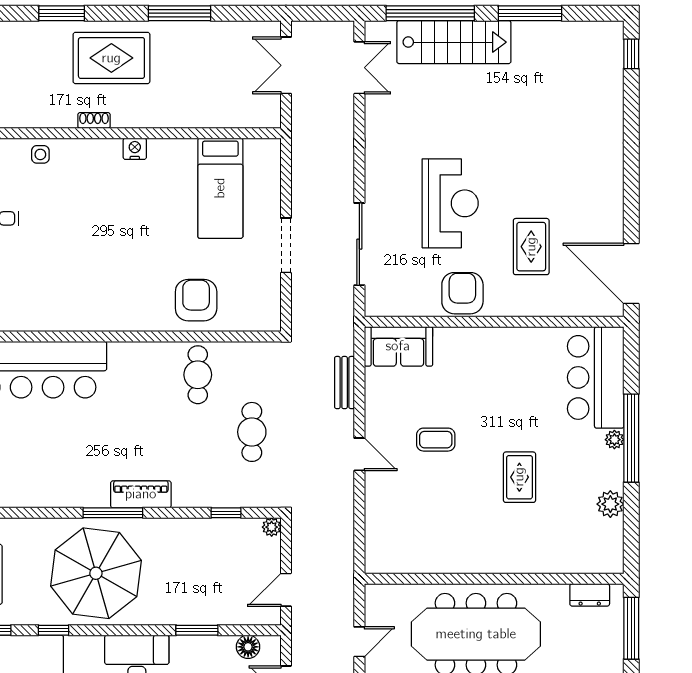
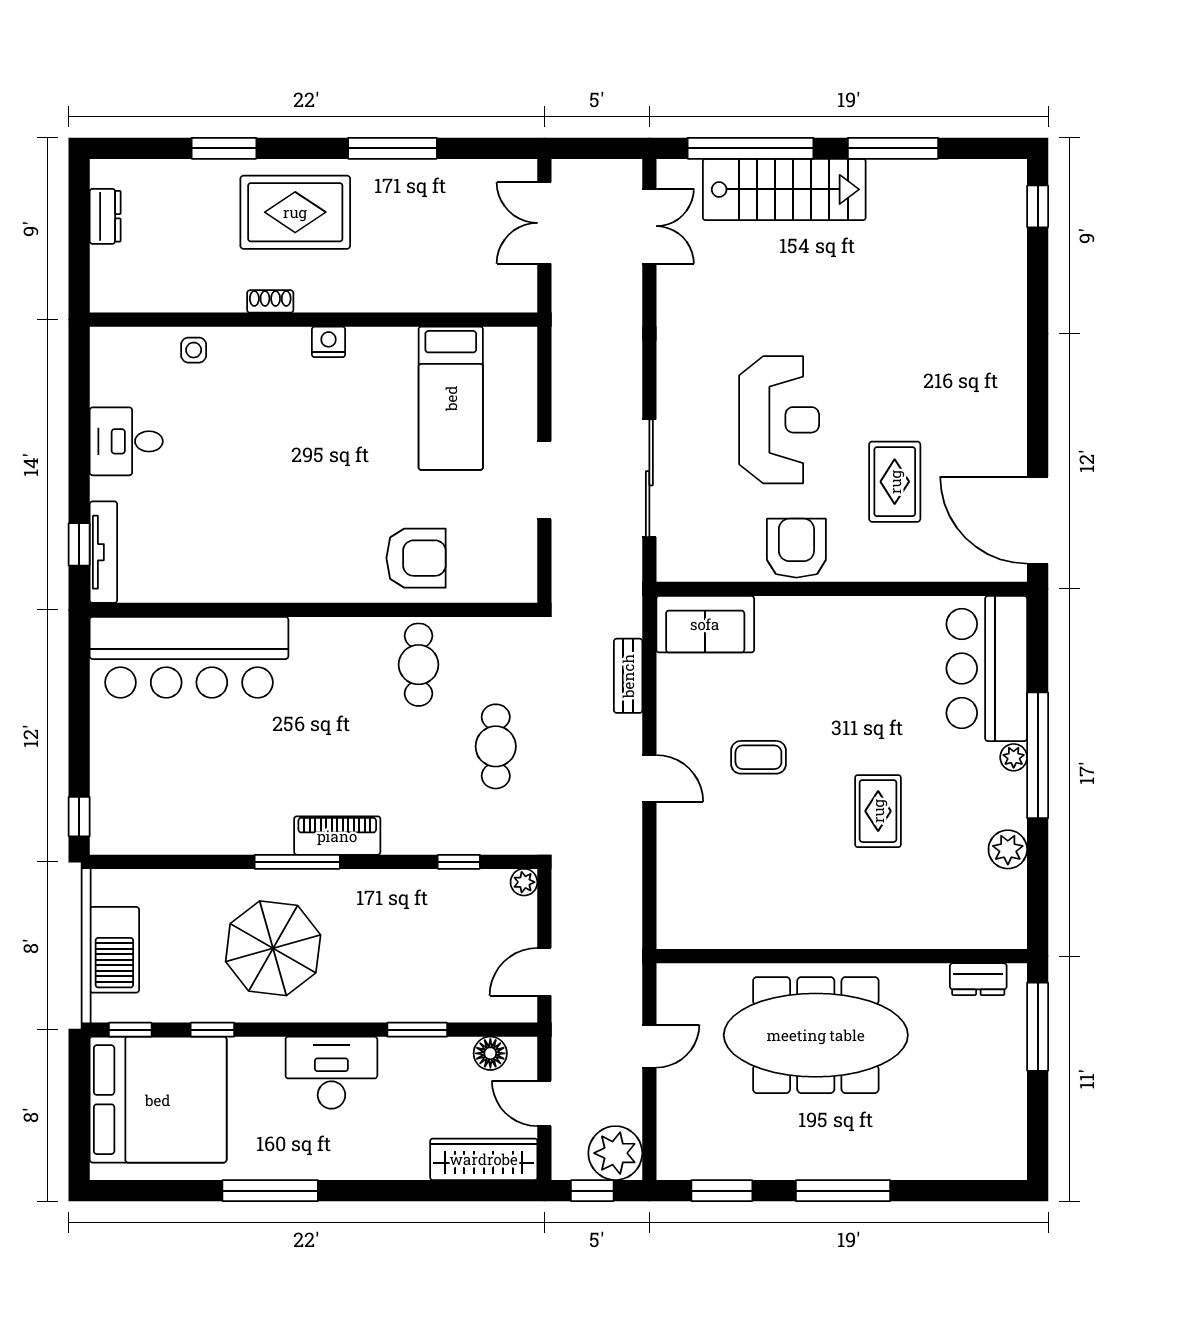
armchair: (196, 300) -> (416, 558), turned 90
parasol: (96, 573) -> (273, 948), width x0.73, depth x0.73

